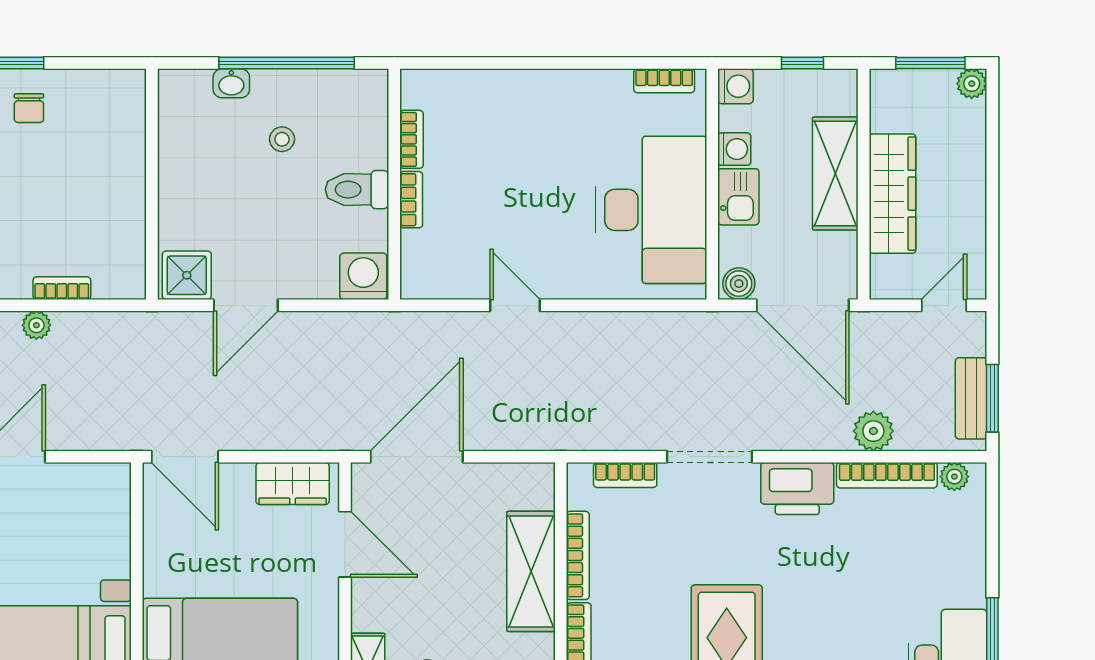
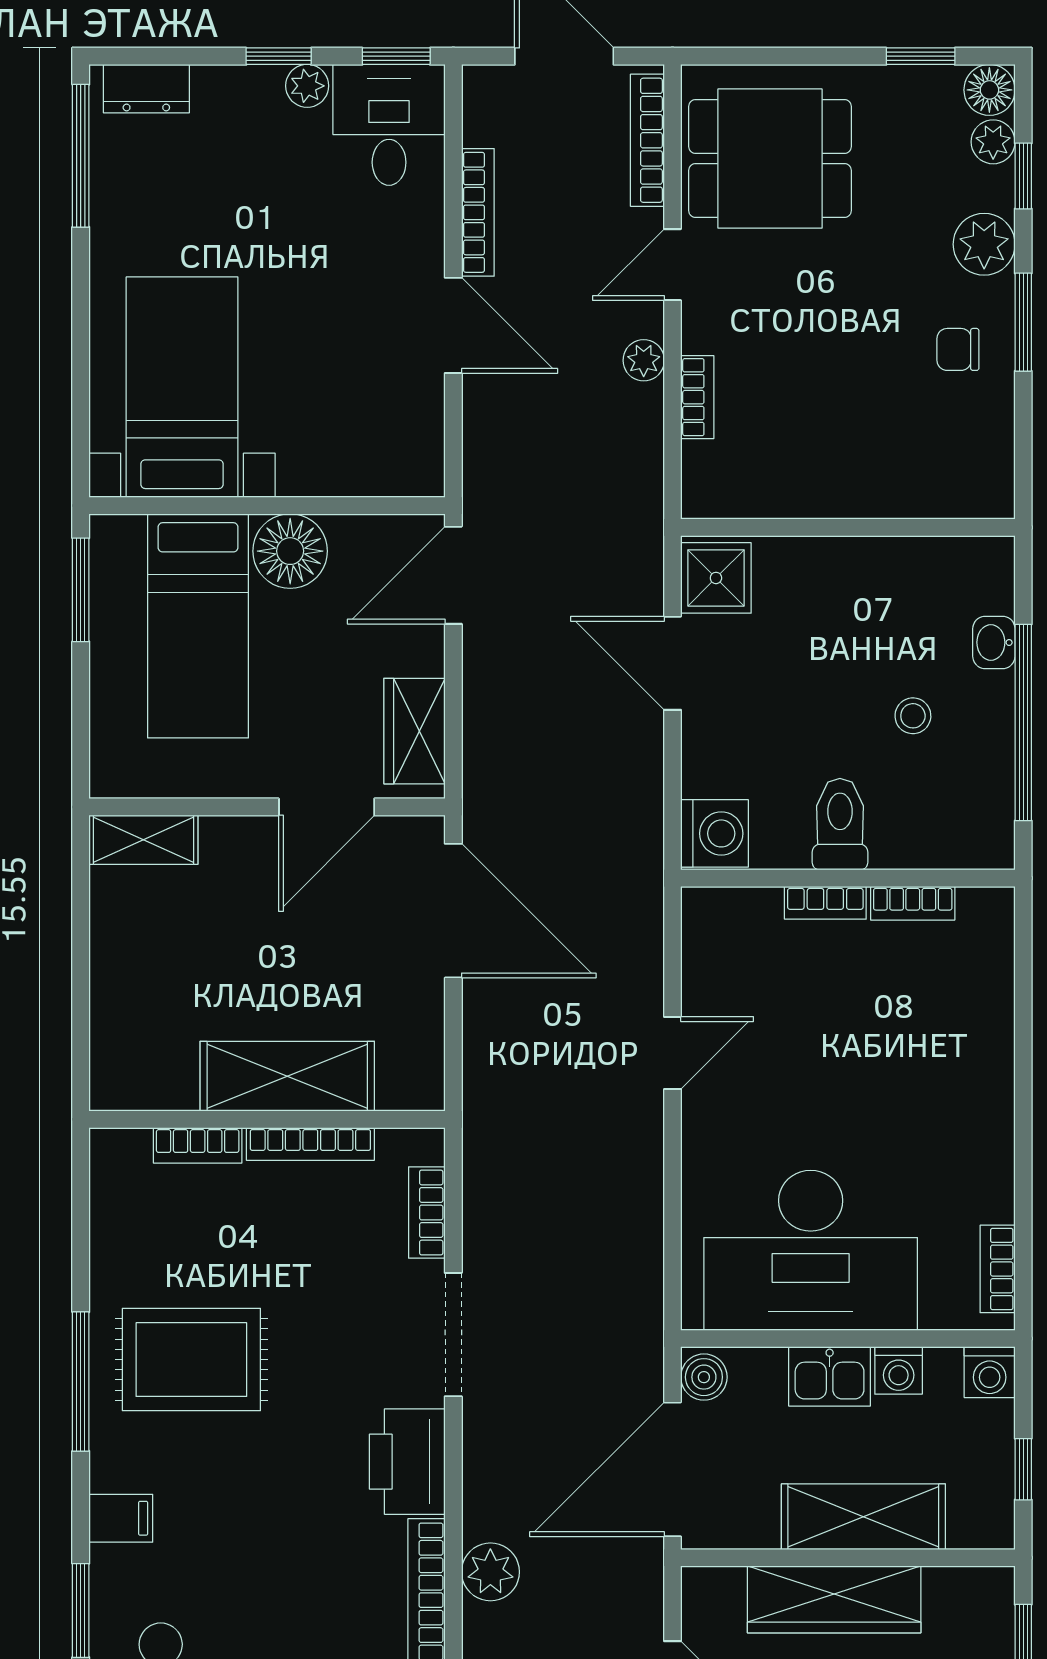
floor lamp: (168, 569) -> (290, 551), added

